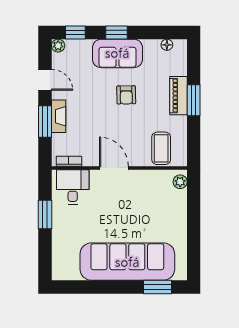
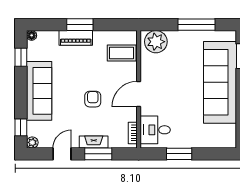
window: (117, 32) -> (21, 57), moved
floor lamp: (167, 45) -> (32, 35), moved
sofa: (117, 53) -> (39, 91), width x1.36
armchair: (126, 95) -> (93, 99), moved, turned -89
plant: (180, 182) -> (156, 42), width x1.87, depth x1.87
window: (194, 234) -> (196, 25), added

